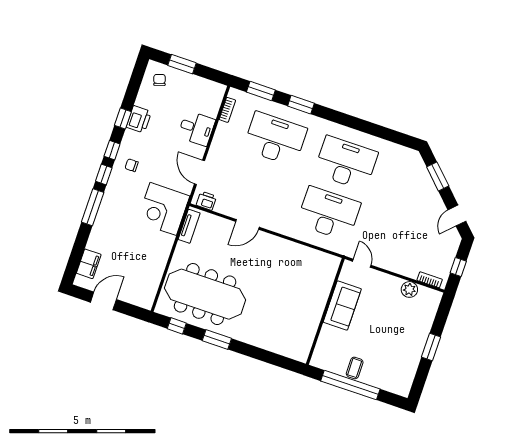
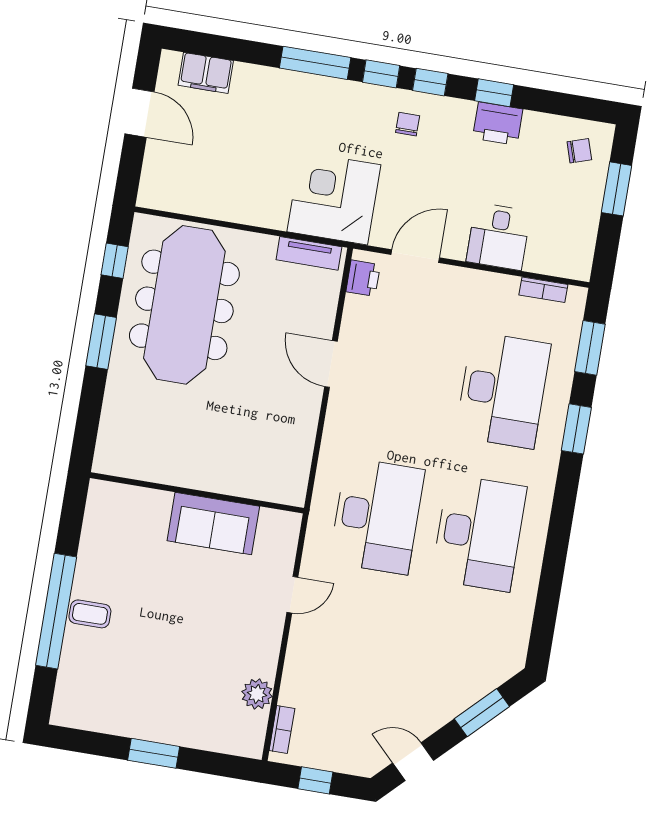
sofa: (342, 305) -> (213, 524), moved
wall: (325, 311) -> (197, 493), moved

